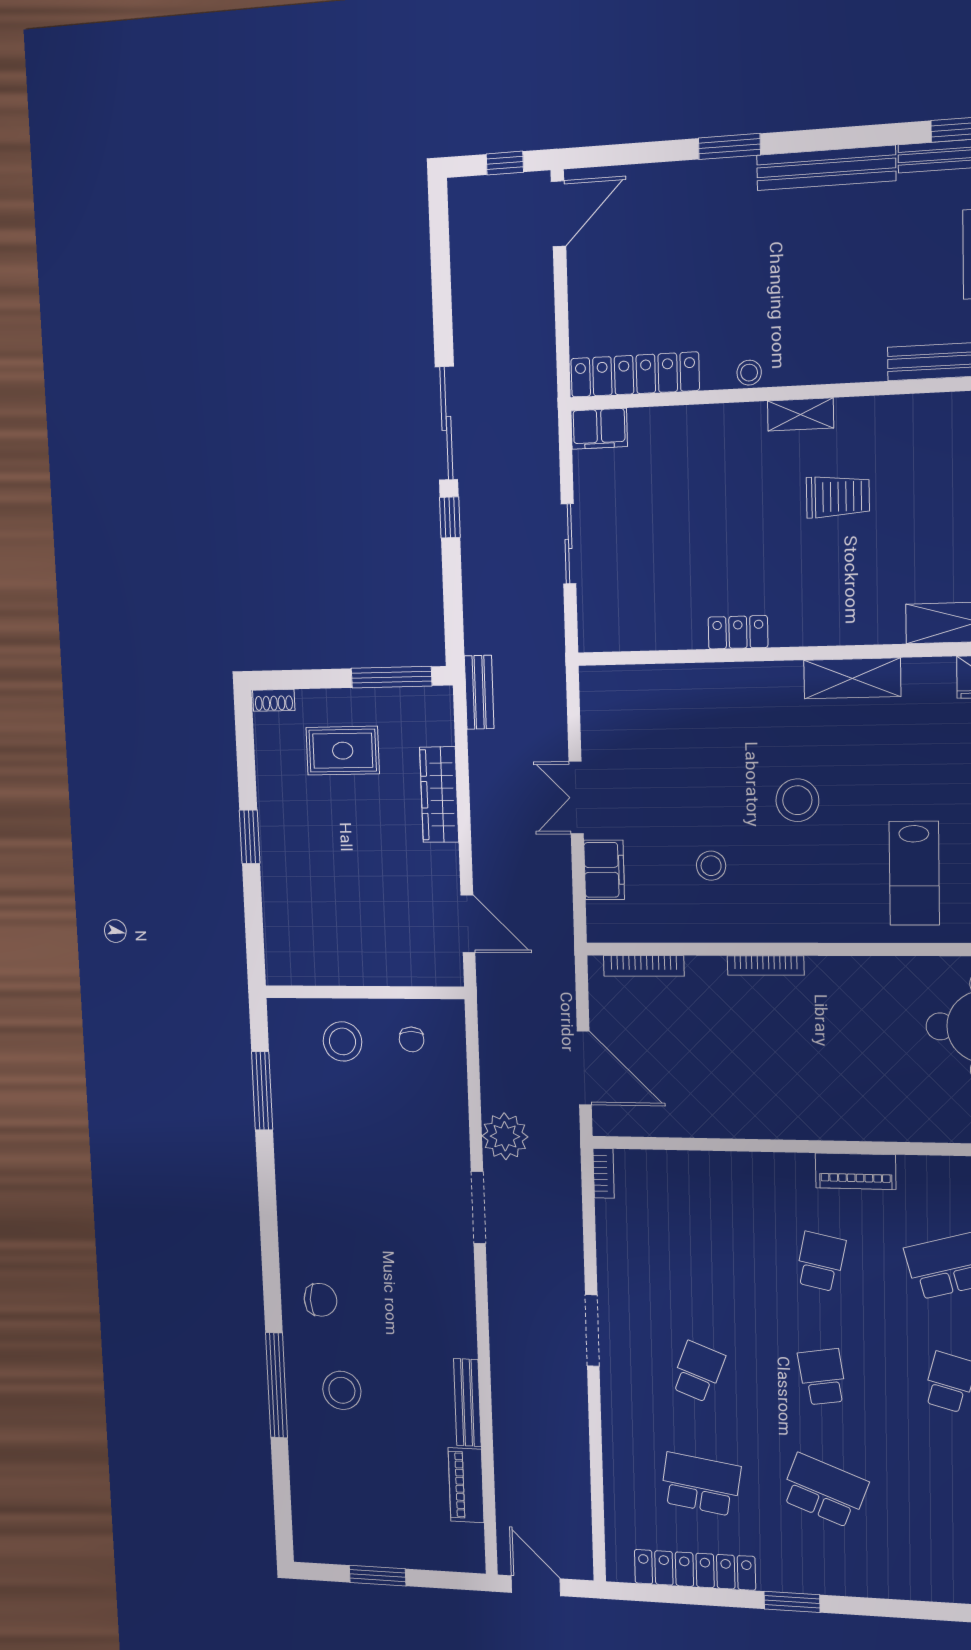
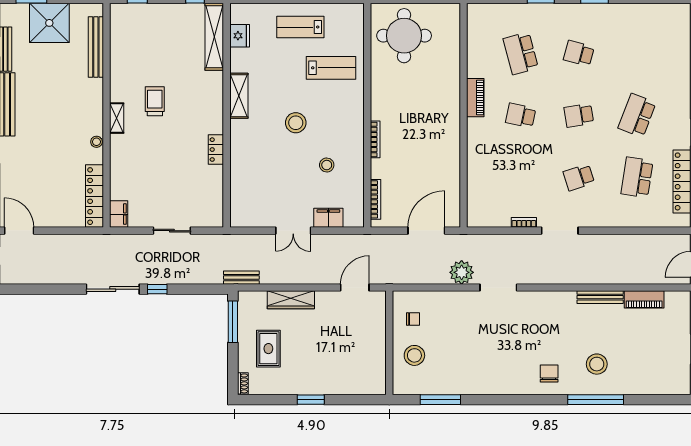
bookcase: (604, 1173) -> (524, 222), moved
school desk: (698, 1372) -> (579, 177), turned -39

